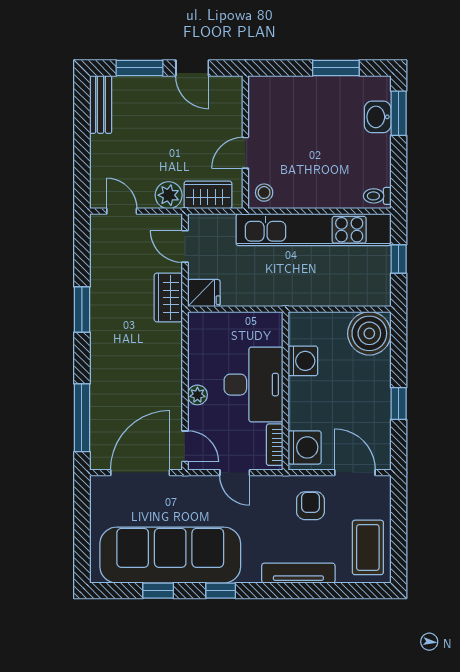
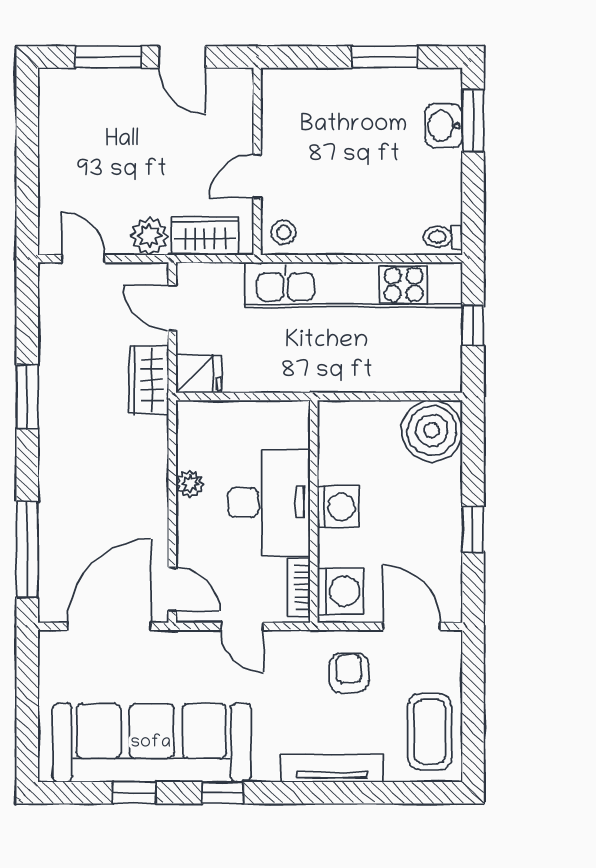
bench: (101, 104) -> (53, 108), removed
washing machine: (303, 361) -> (338, 507), moved
plant: (197, 395) -> (190, 484), moved

